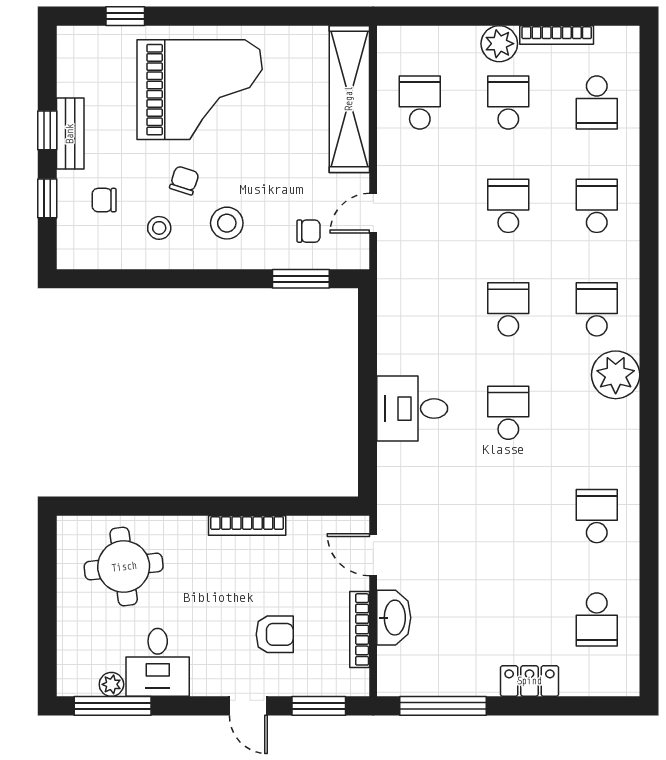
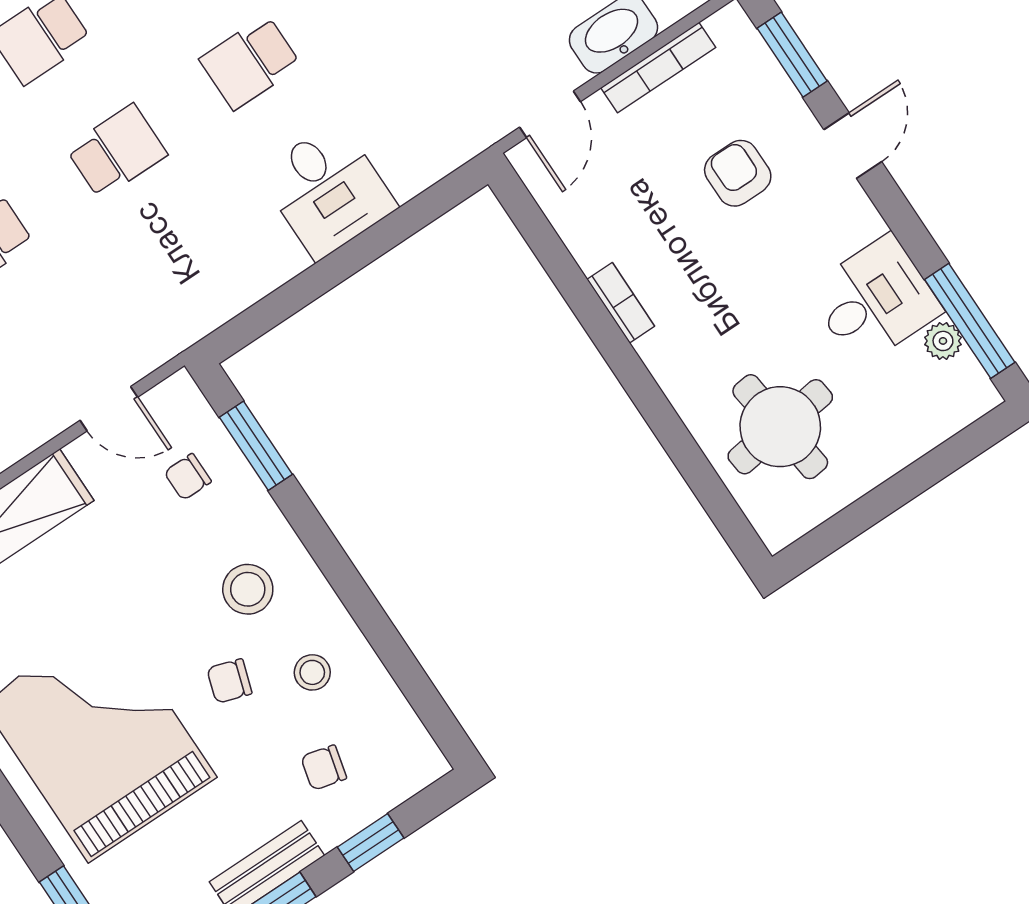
chair: (104, 200) -> (324, 768), turned 104
chair: (309, 231) -> (188, 477), turned -90
school desk: (508, 309) -> (117, 151), turned 180
bookcase: (247, 525) -> (621, 303), width x0.64

